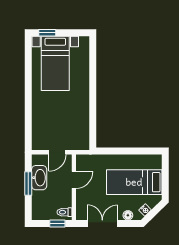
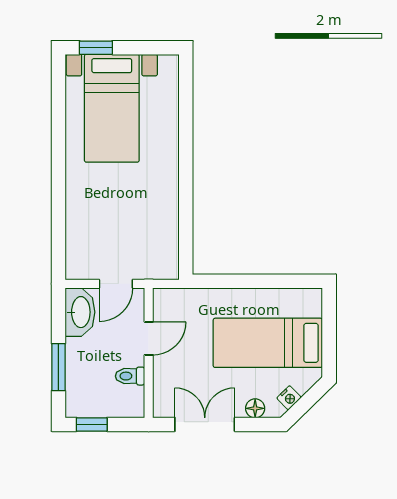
washbasin: (39, 178) -> (80, 312), moved
window: (28, 183) -> (58, 367), moved
toilet: (65, 212) -> (130, 376), moved
window: (57, 223) -> (92, 424), moved

